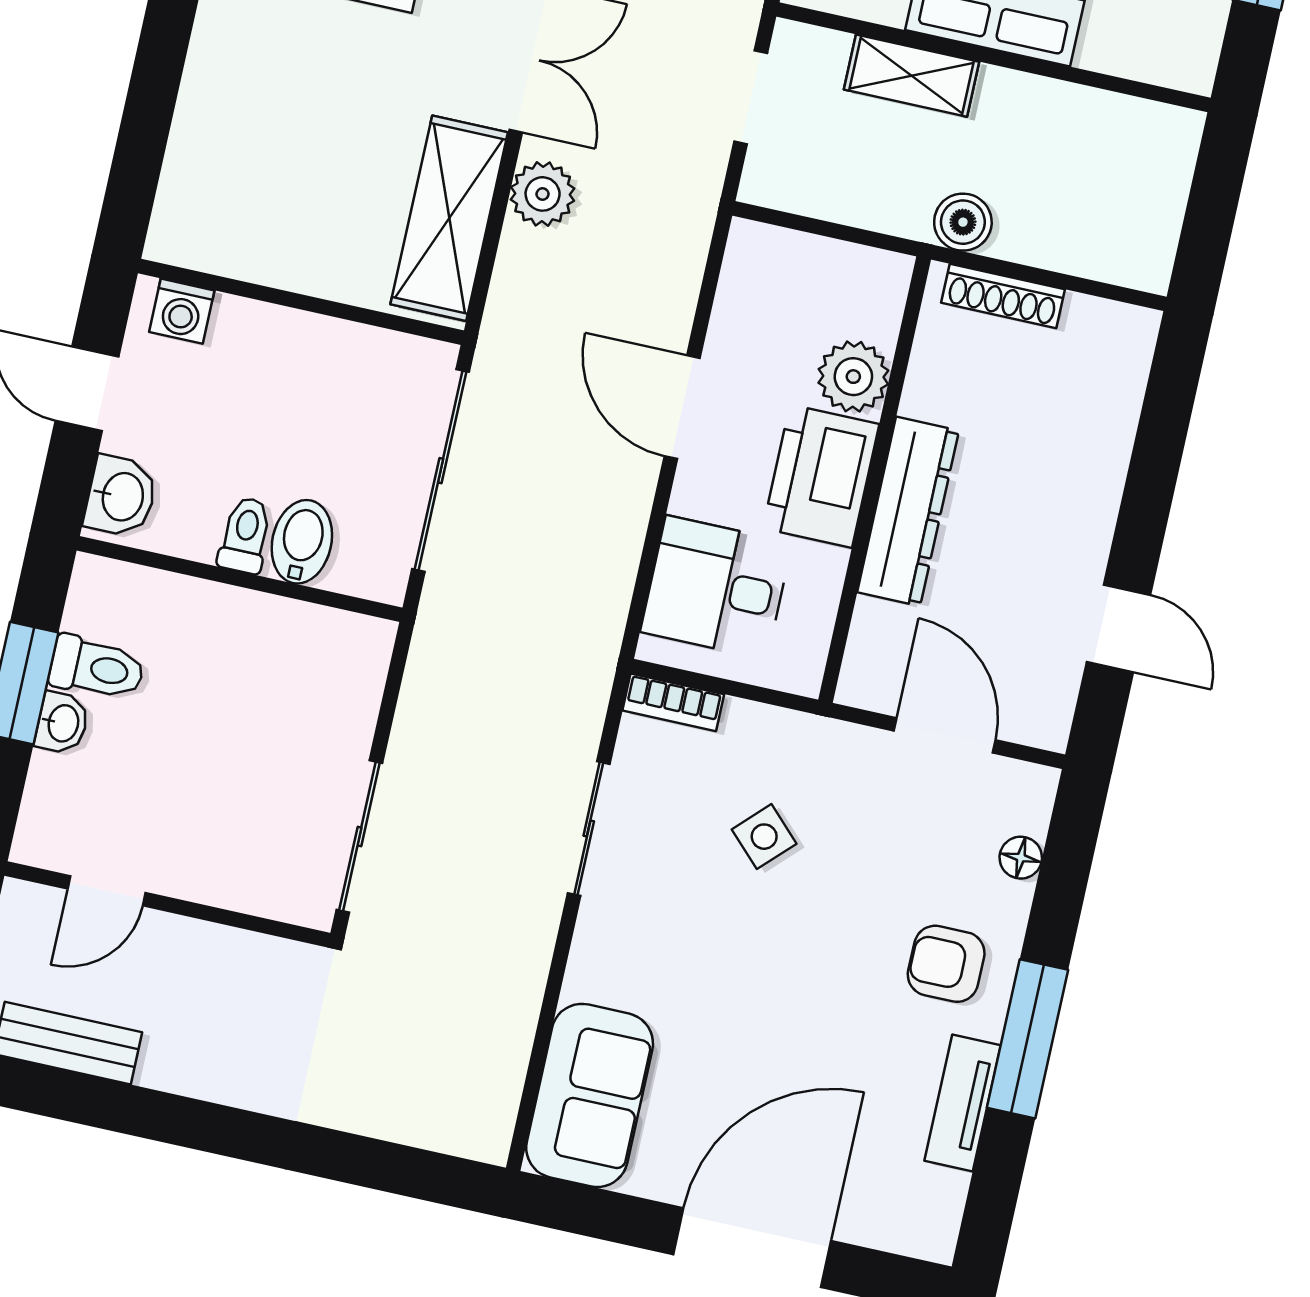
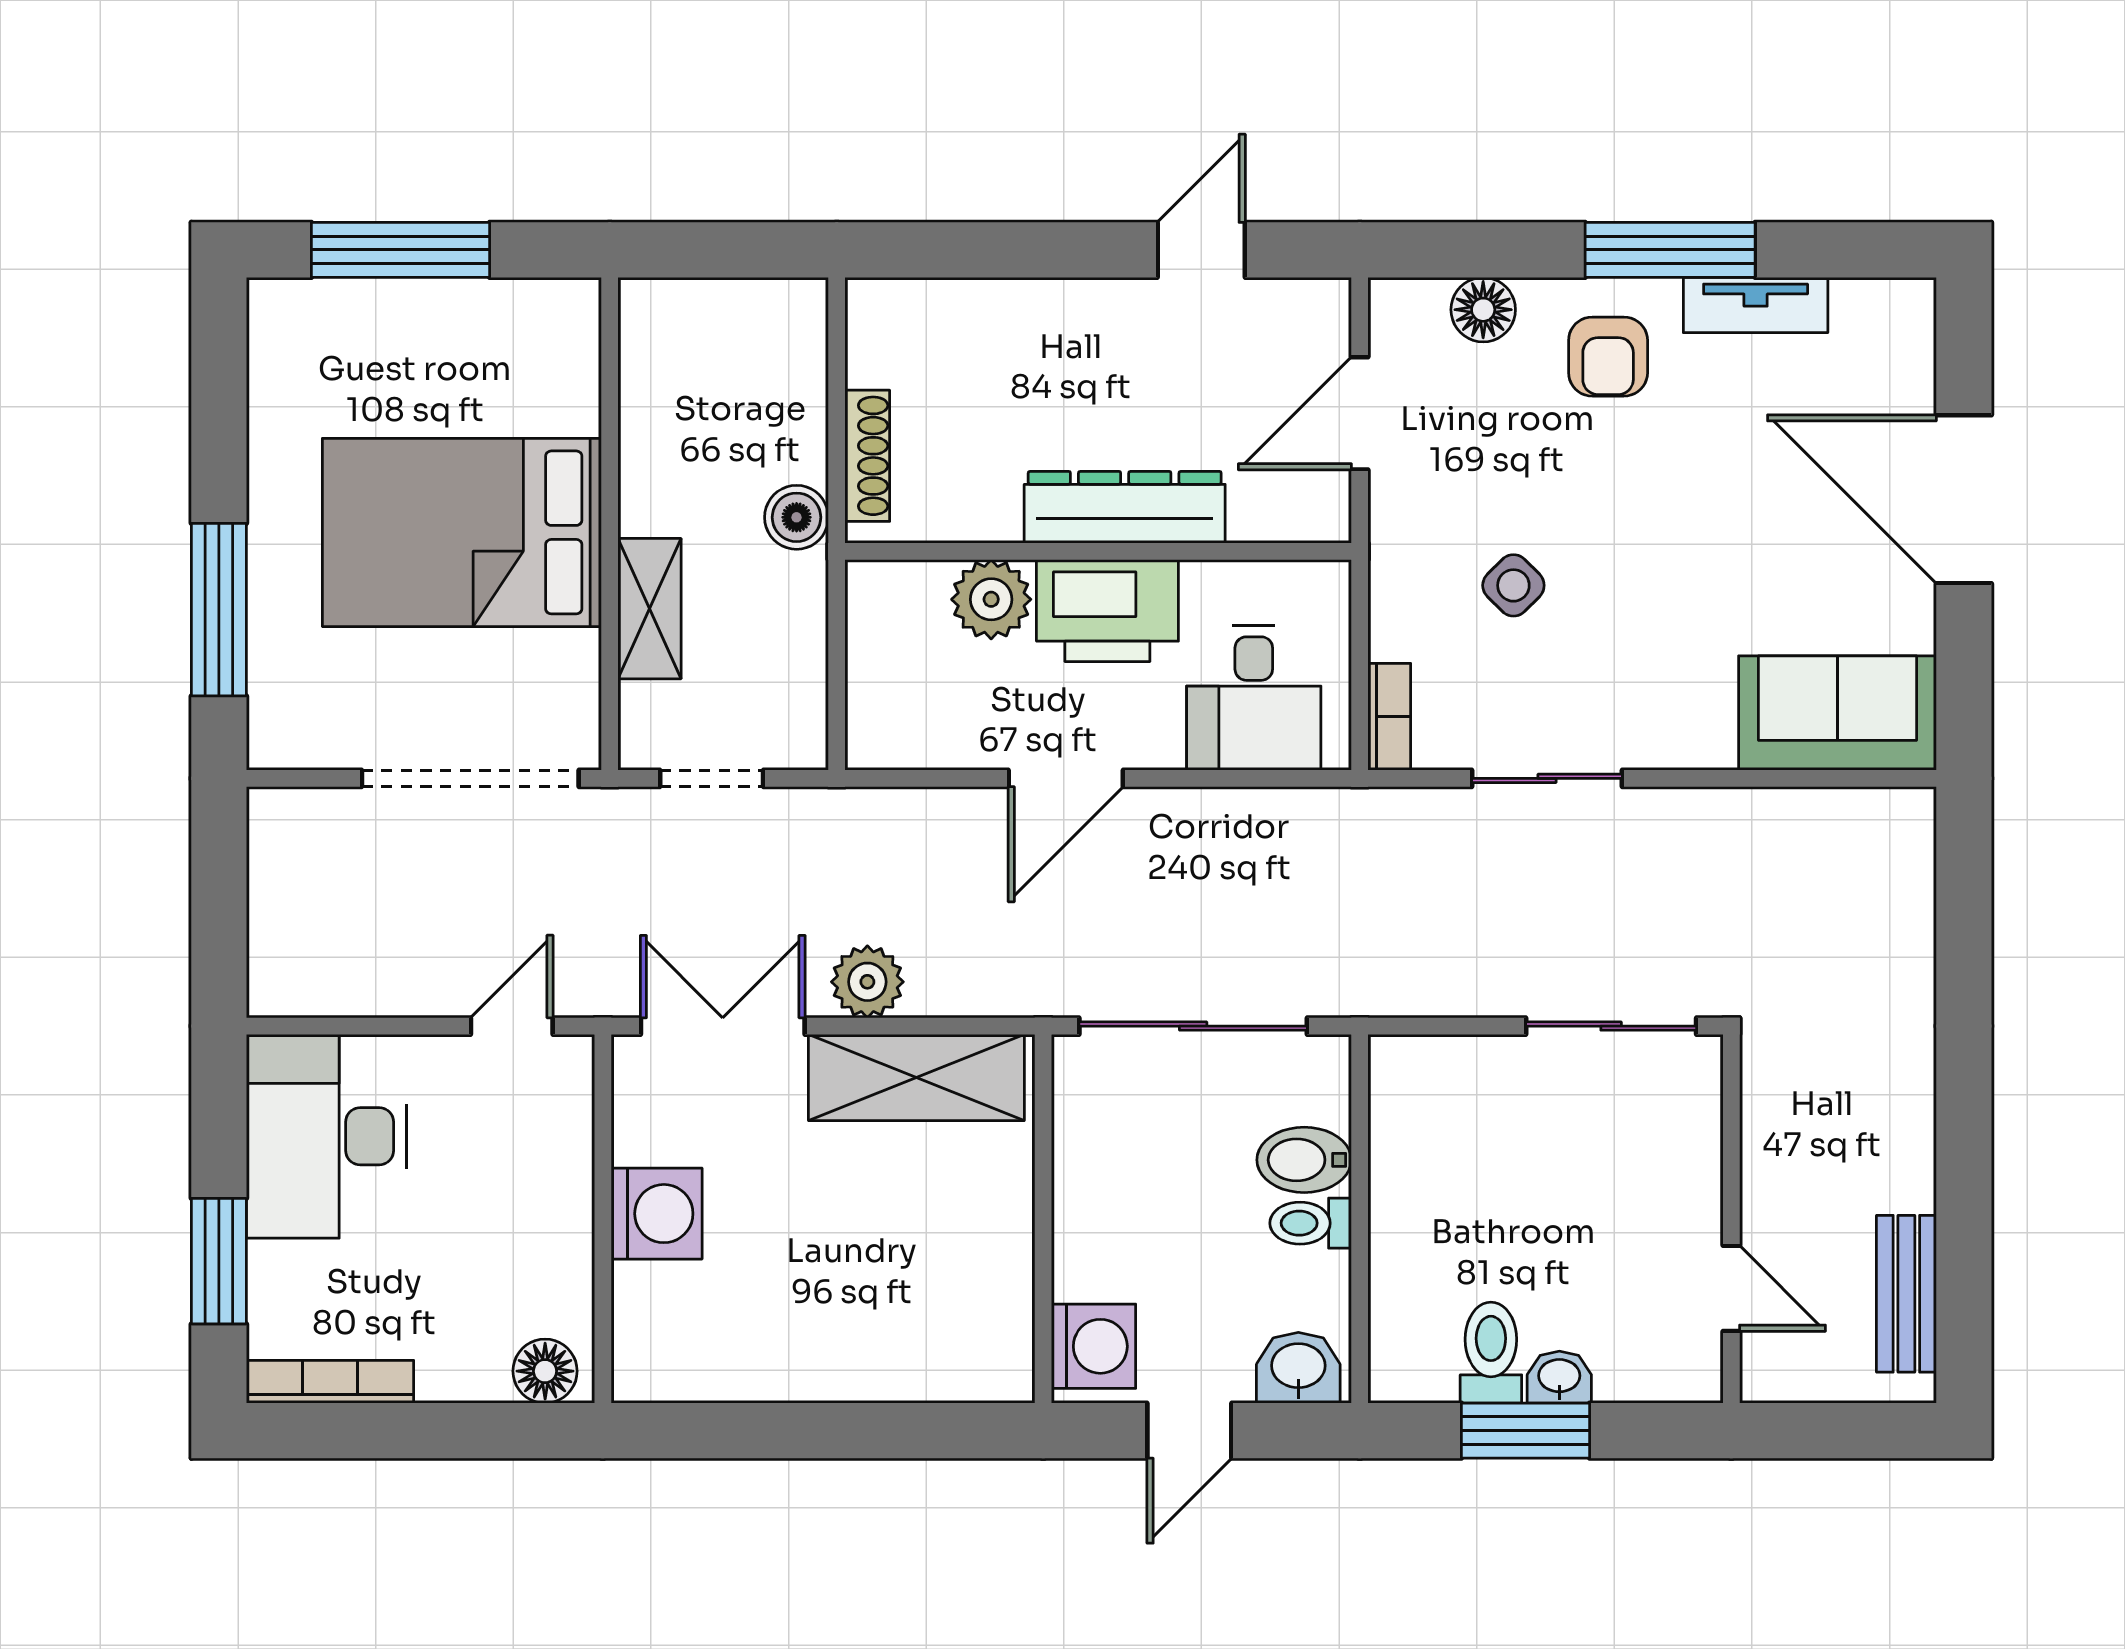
washing machine: (182, 311) -> (1094, 1346), width x1.38, depth x1.38
floor lamp: (1021, 858) -> (1483, 310), width x1.37, depth x1.37

